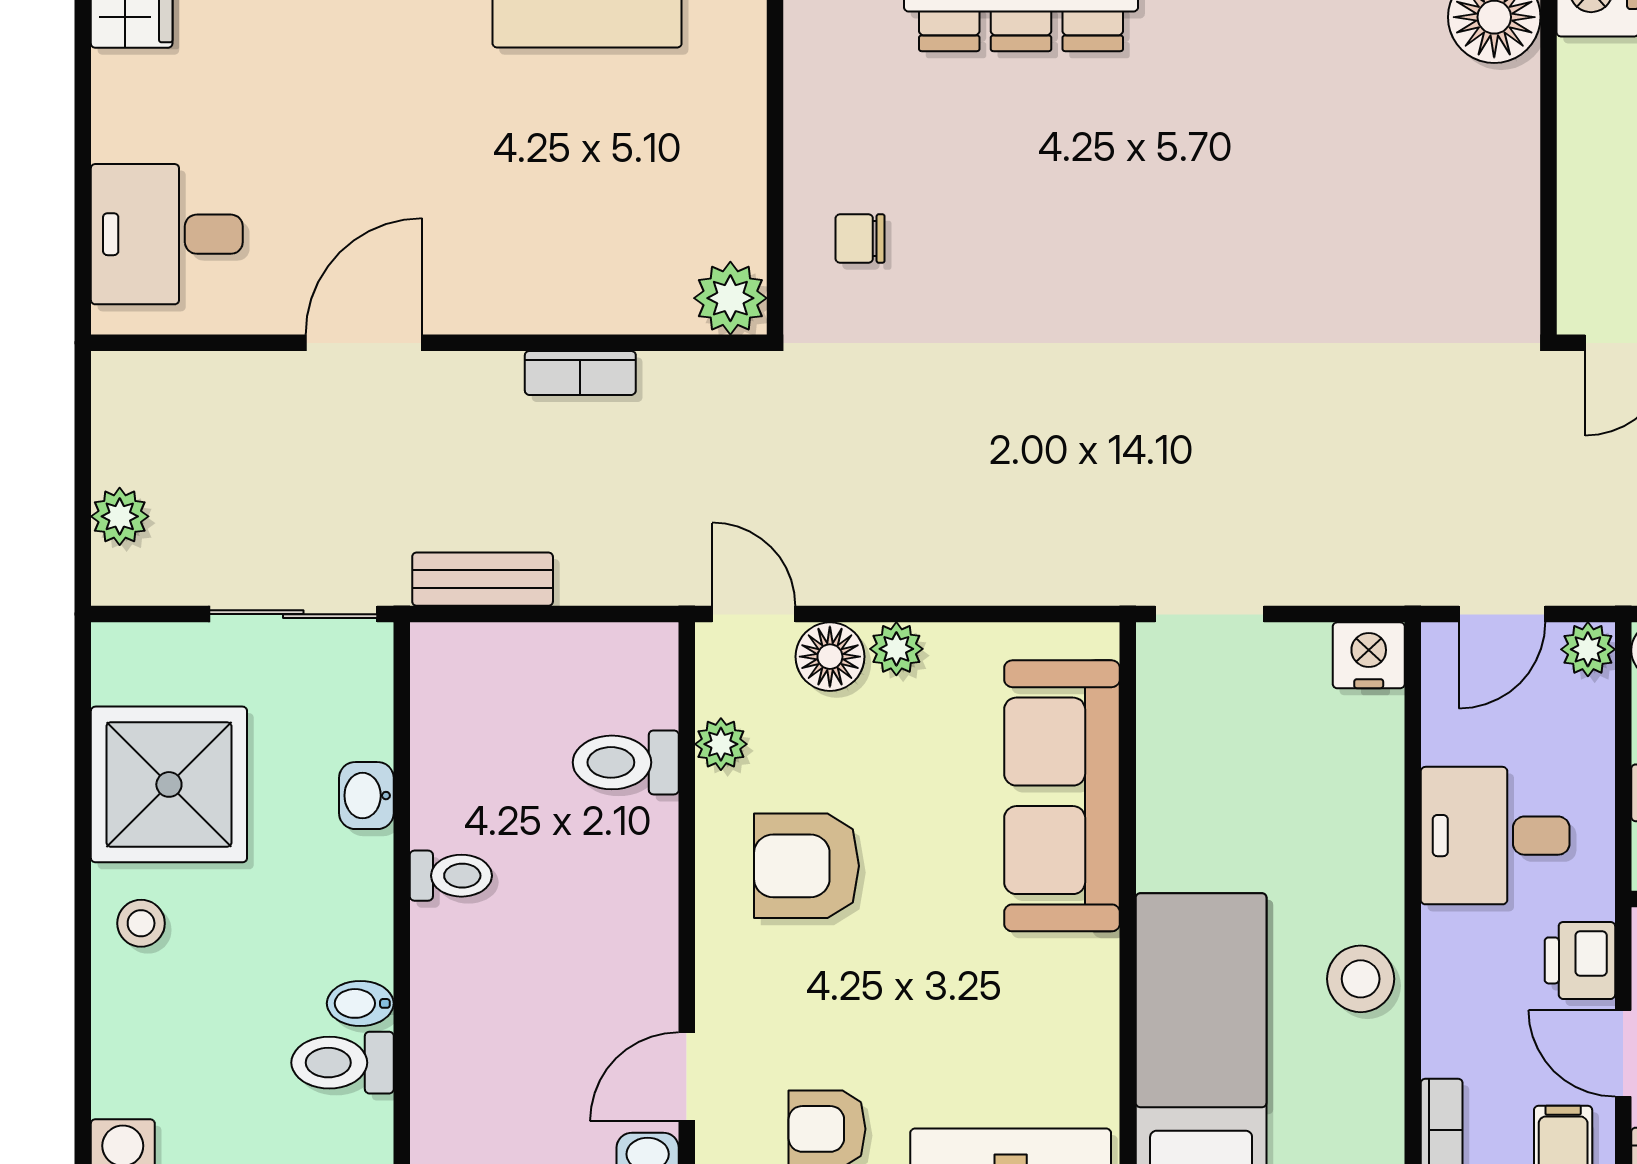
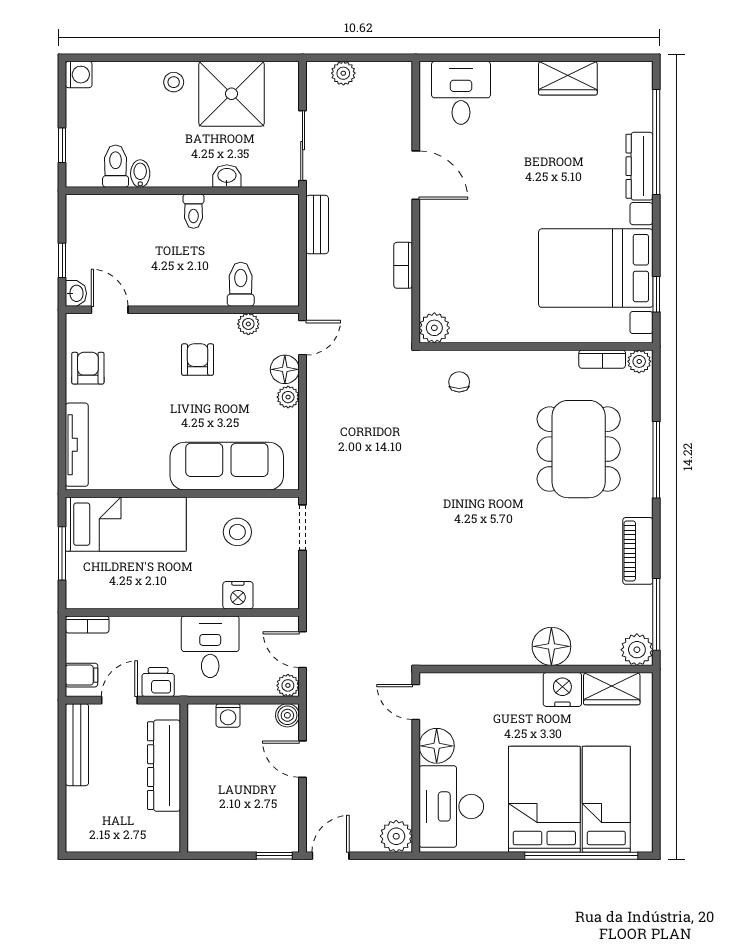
nightstand: (1369, 655) -> (238, 595), moved, turned 90
armchair: (806, 866) -> (198, 360), width x0.72, depth x0.72
stool: (1361, 979) -> (237, 532), moved

